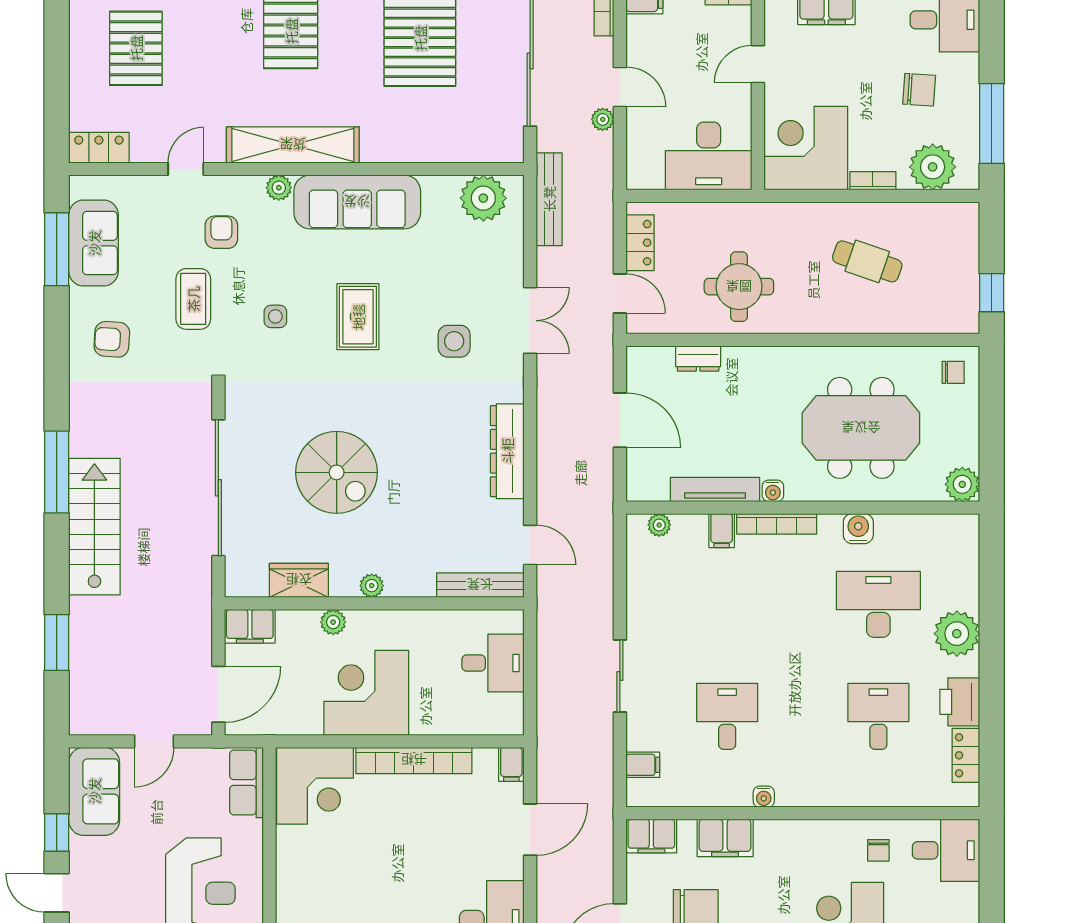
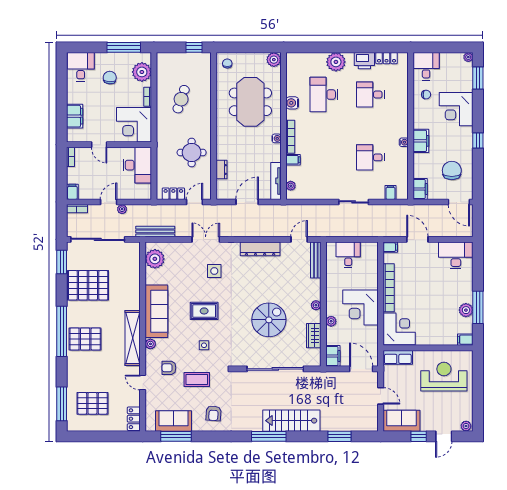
tv unit: (715, 489) -> (276, 181), moved
filing cabinet: (725, 838) -> (421, 141), moved

